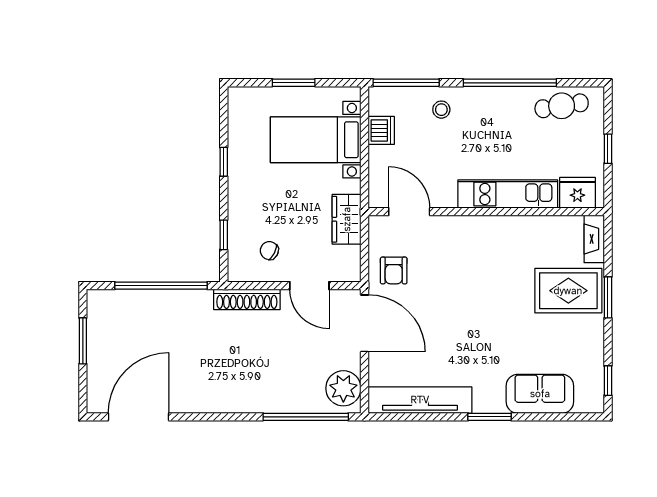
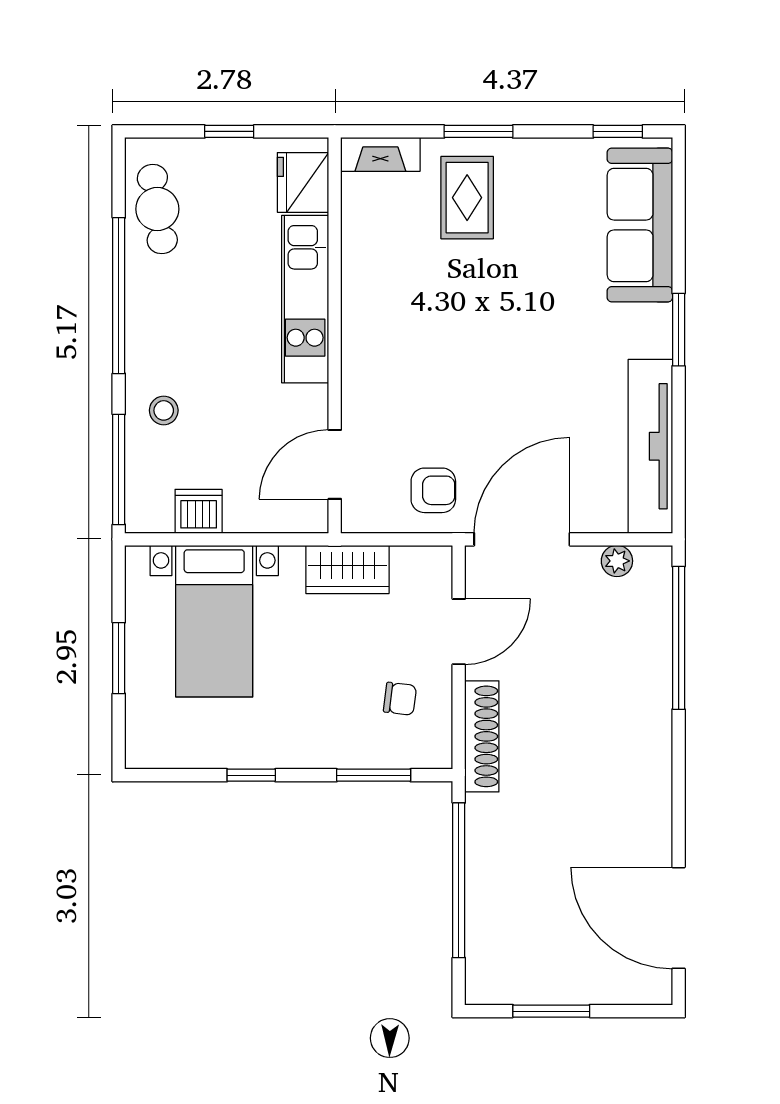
window: (224, 235) -> (374, 775), width x1.50
chair: (269, 251) -> (400, 699), turned -110
rug: (568, 291) -> (467, 198), width x0.73, depth x0.70
plant: (343, 388) -> (617, 561), width x0.53, depth x0.53
sofa: (540, 394) -> (640, 225), width x1.36

